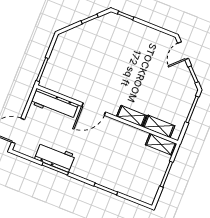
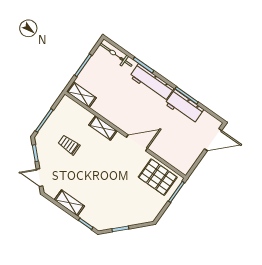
door: (183, 51) -> (40, 178), swing flipped
pallet: (65, 80) -> (158, 177), added
trolley: (162, 91) -> (69, 145), added
workbench: (55, 104) -> (152, 83), moved, turned 180
shelving: (159, 126) -> (69, 203), moved
bicycle: (136, 193) -> (116, 55), added

